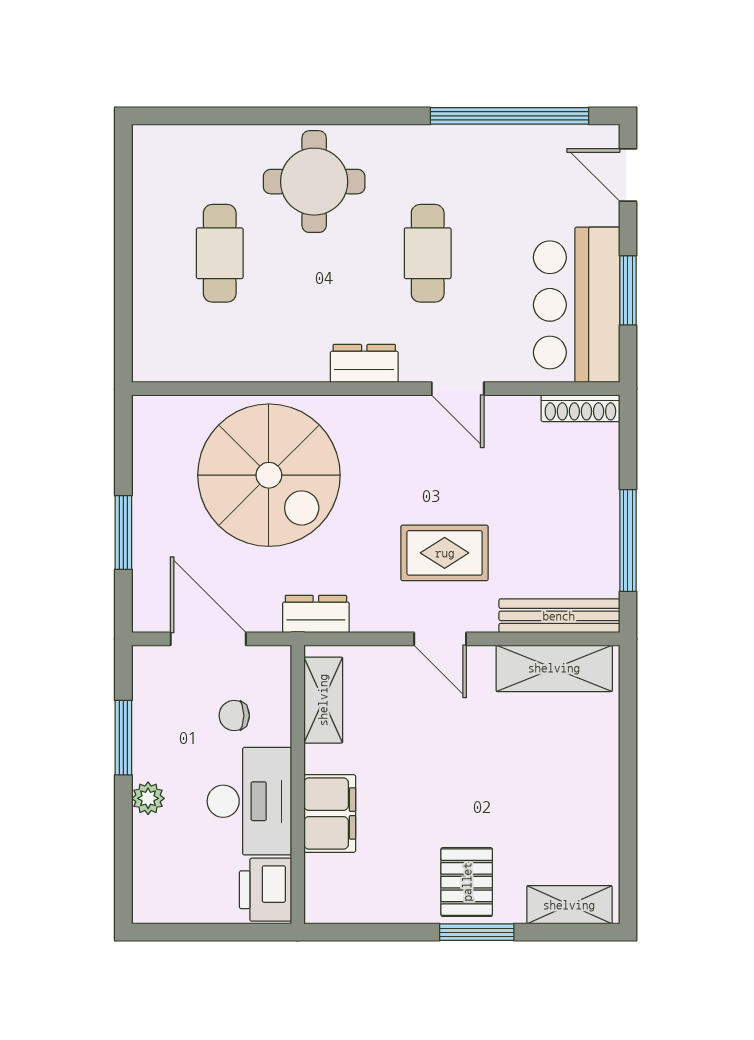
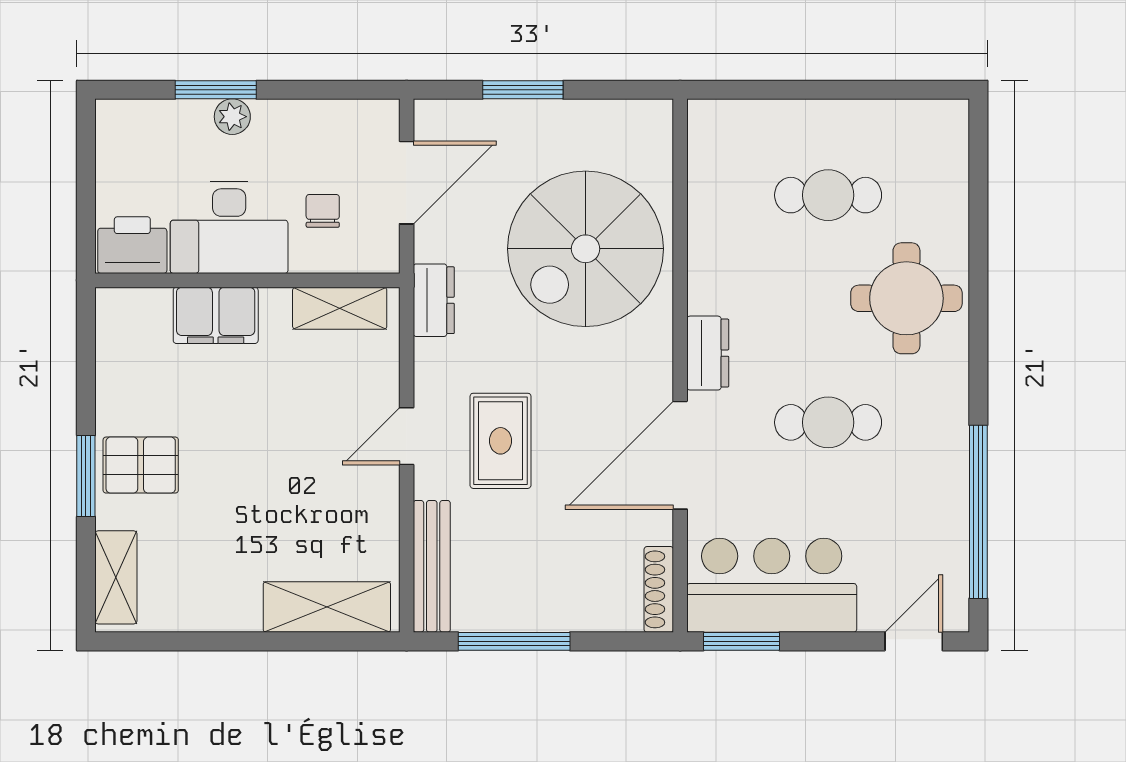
window: (628, 290) -> (741, 641), moved
door: (458, 389) -> (680, 455), width x1.87
shelving: (554, 668) -> (327, 607), moved, turned 90
window: (123, 738) -> (216, 90), moved

